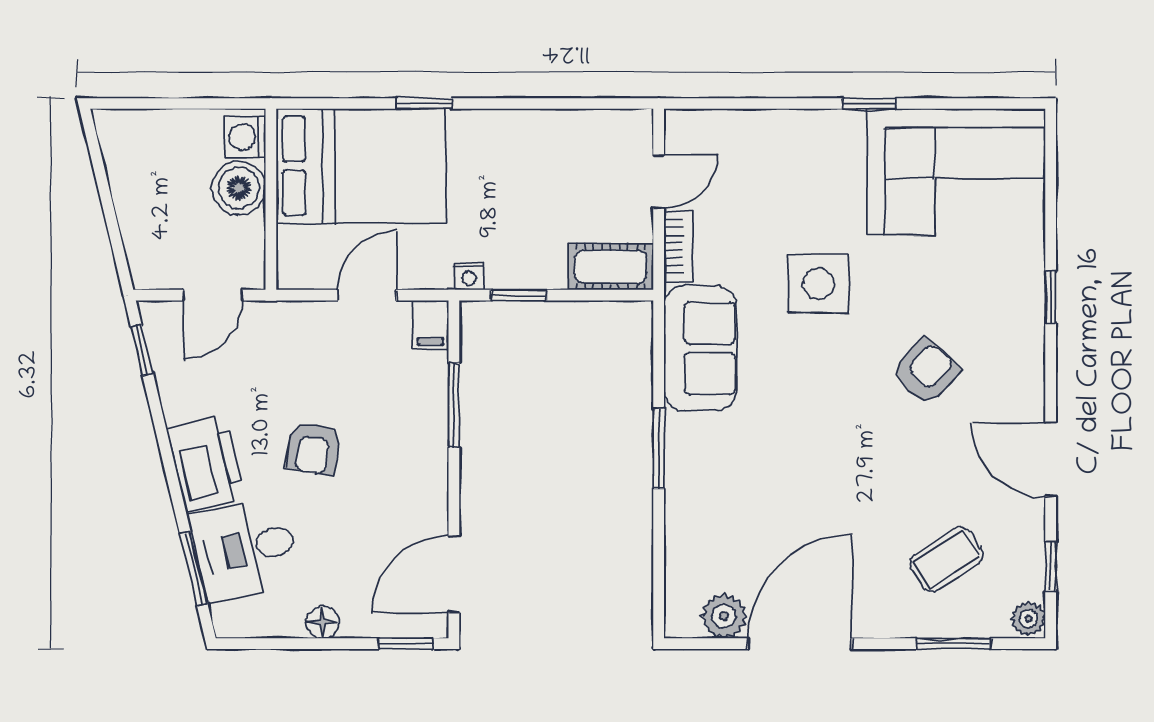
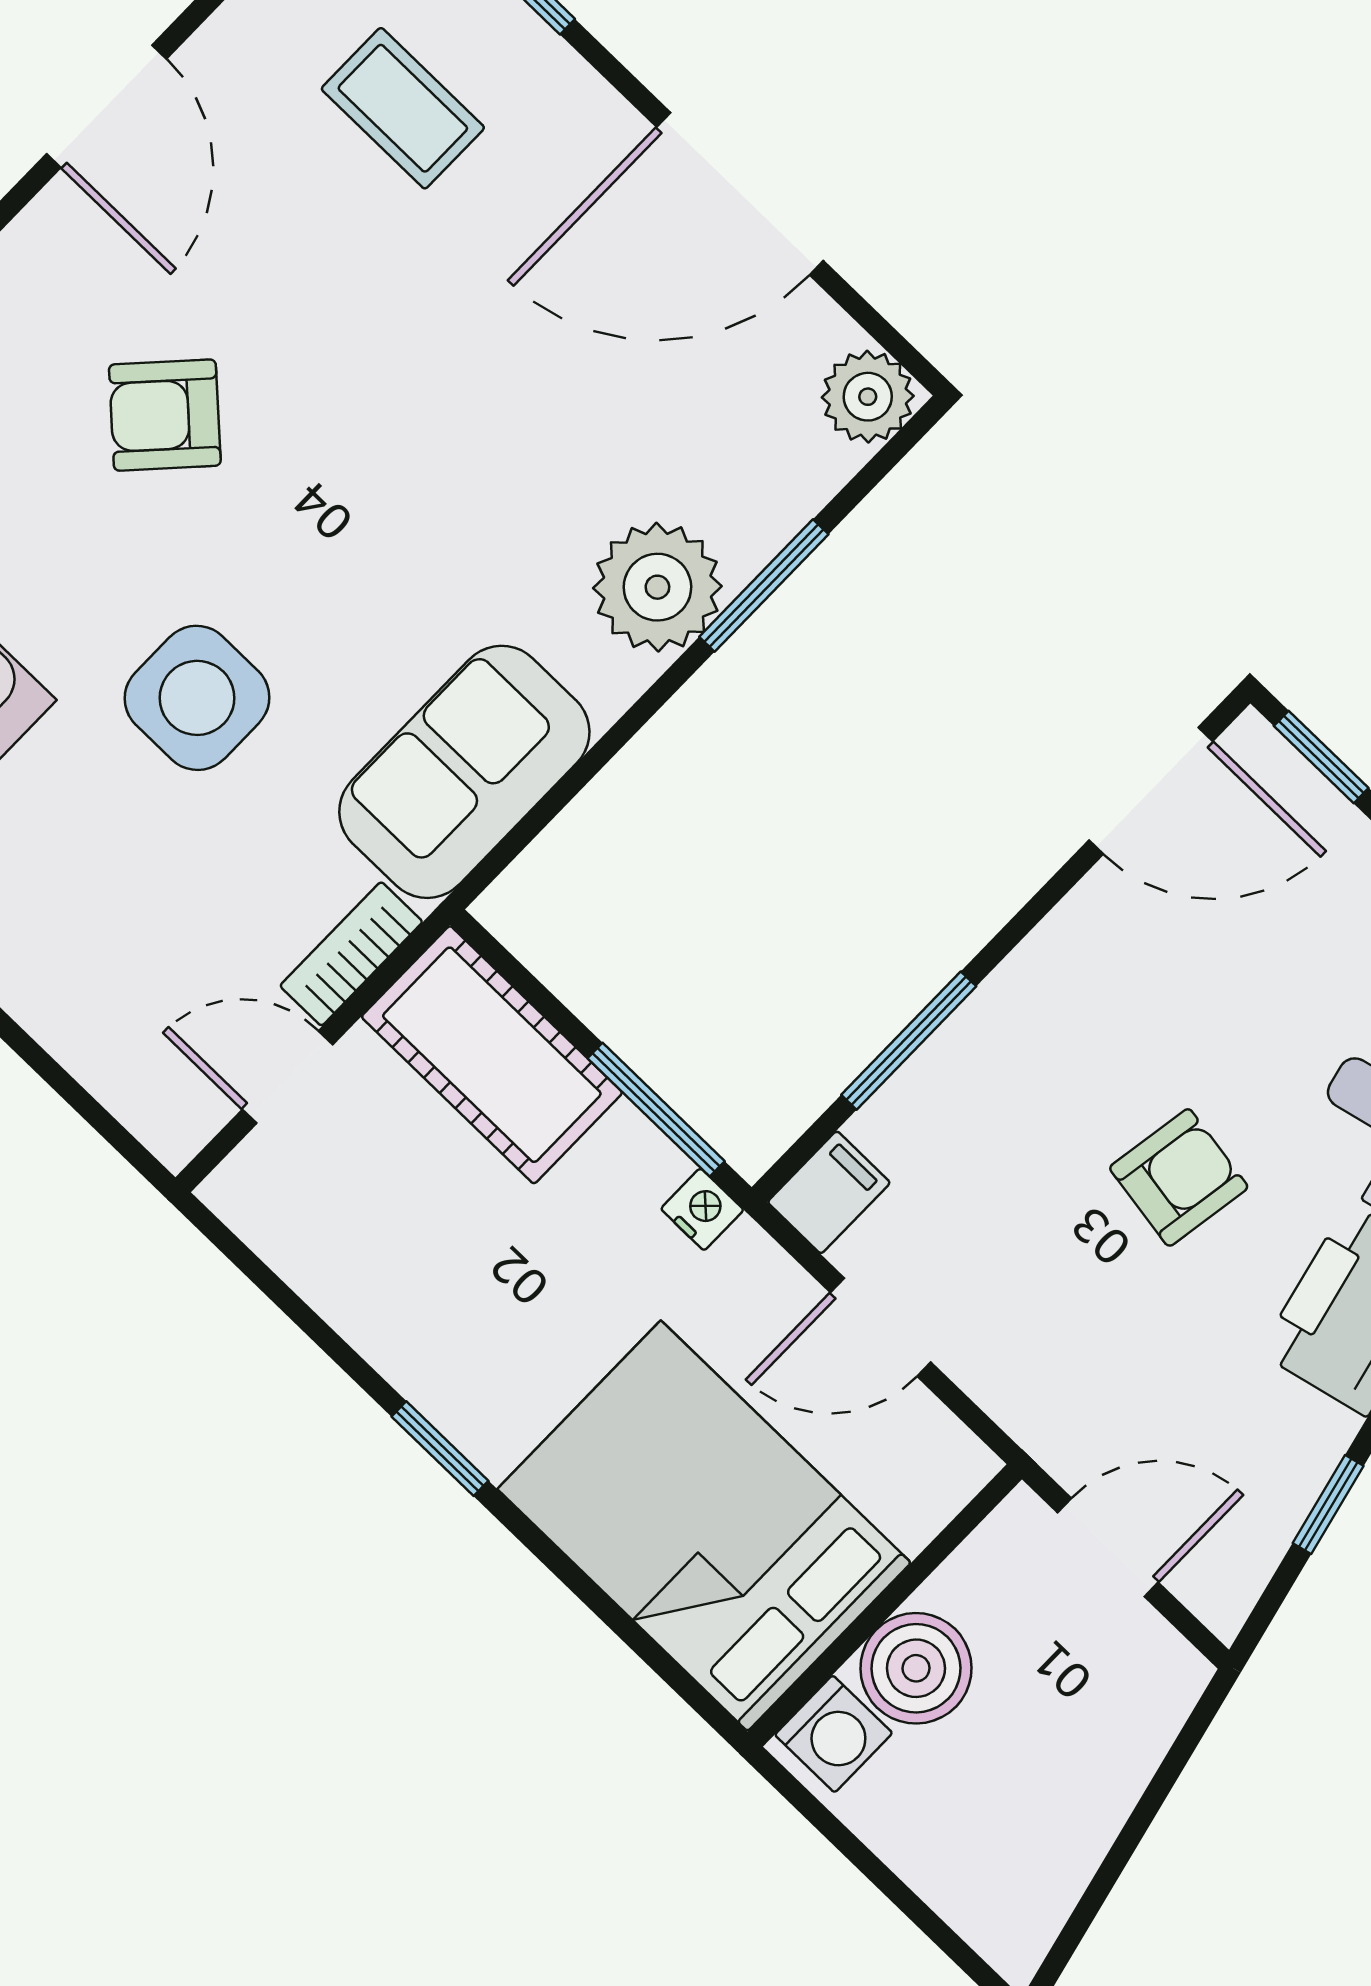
window: (424, 103) -> (440, 1449), moved
cot: (611, 267) -> (492, 1055), width x1.37, depth x1.34
window: (519, 295) -> (656, 1110), width x1.50
window: (142, 350) -> (1328, 1505), moved
window: (659, 449) -> (764, 586), moved
plant: (695, 478) -> (657, 587), added
coffee table: (946, 559) -> (403, 108), turned 33
plant: (724, 616) -> (868, 397), moved

